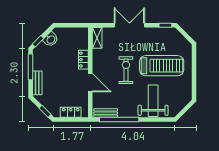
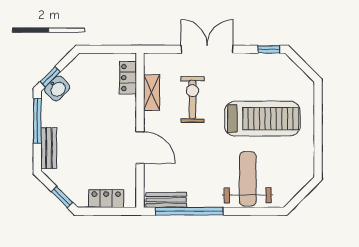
shelving: (97, 38) -> (152, 93), moved
washbasin: (51, 39) -> (57, 88), moved
locker: (83, 60) -> (128, 78), moved
exercise bike: (126, 70) -> (193, 99), moved

